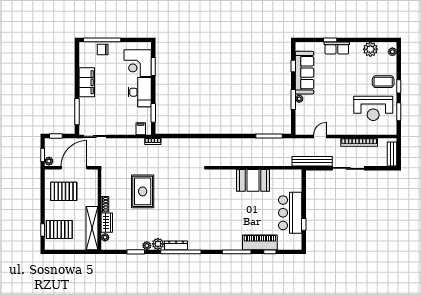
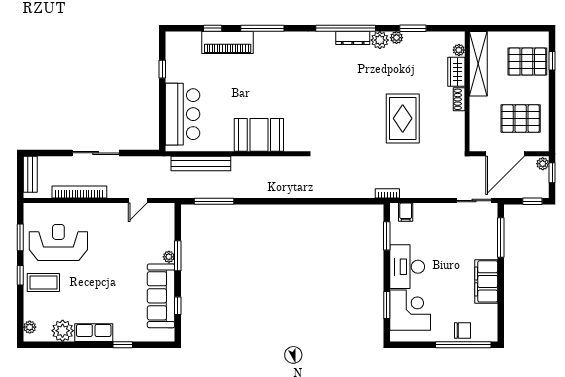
row of seats: (337, 48) -> (94, 333), moved
bench: (312, 161) -> (201, 163), moved
booth: (253, 180) -> (259, 135), moved
bar counter: (290, 213) -> (182, 114), moved

